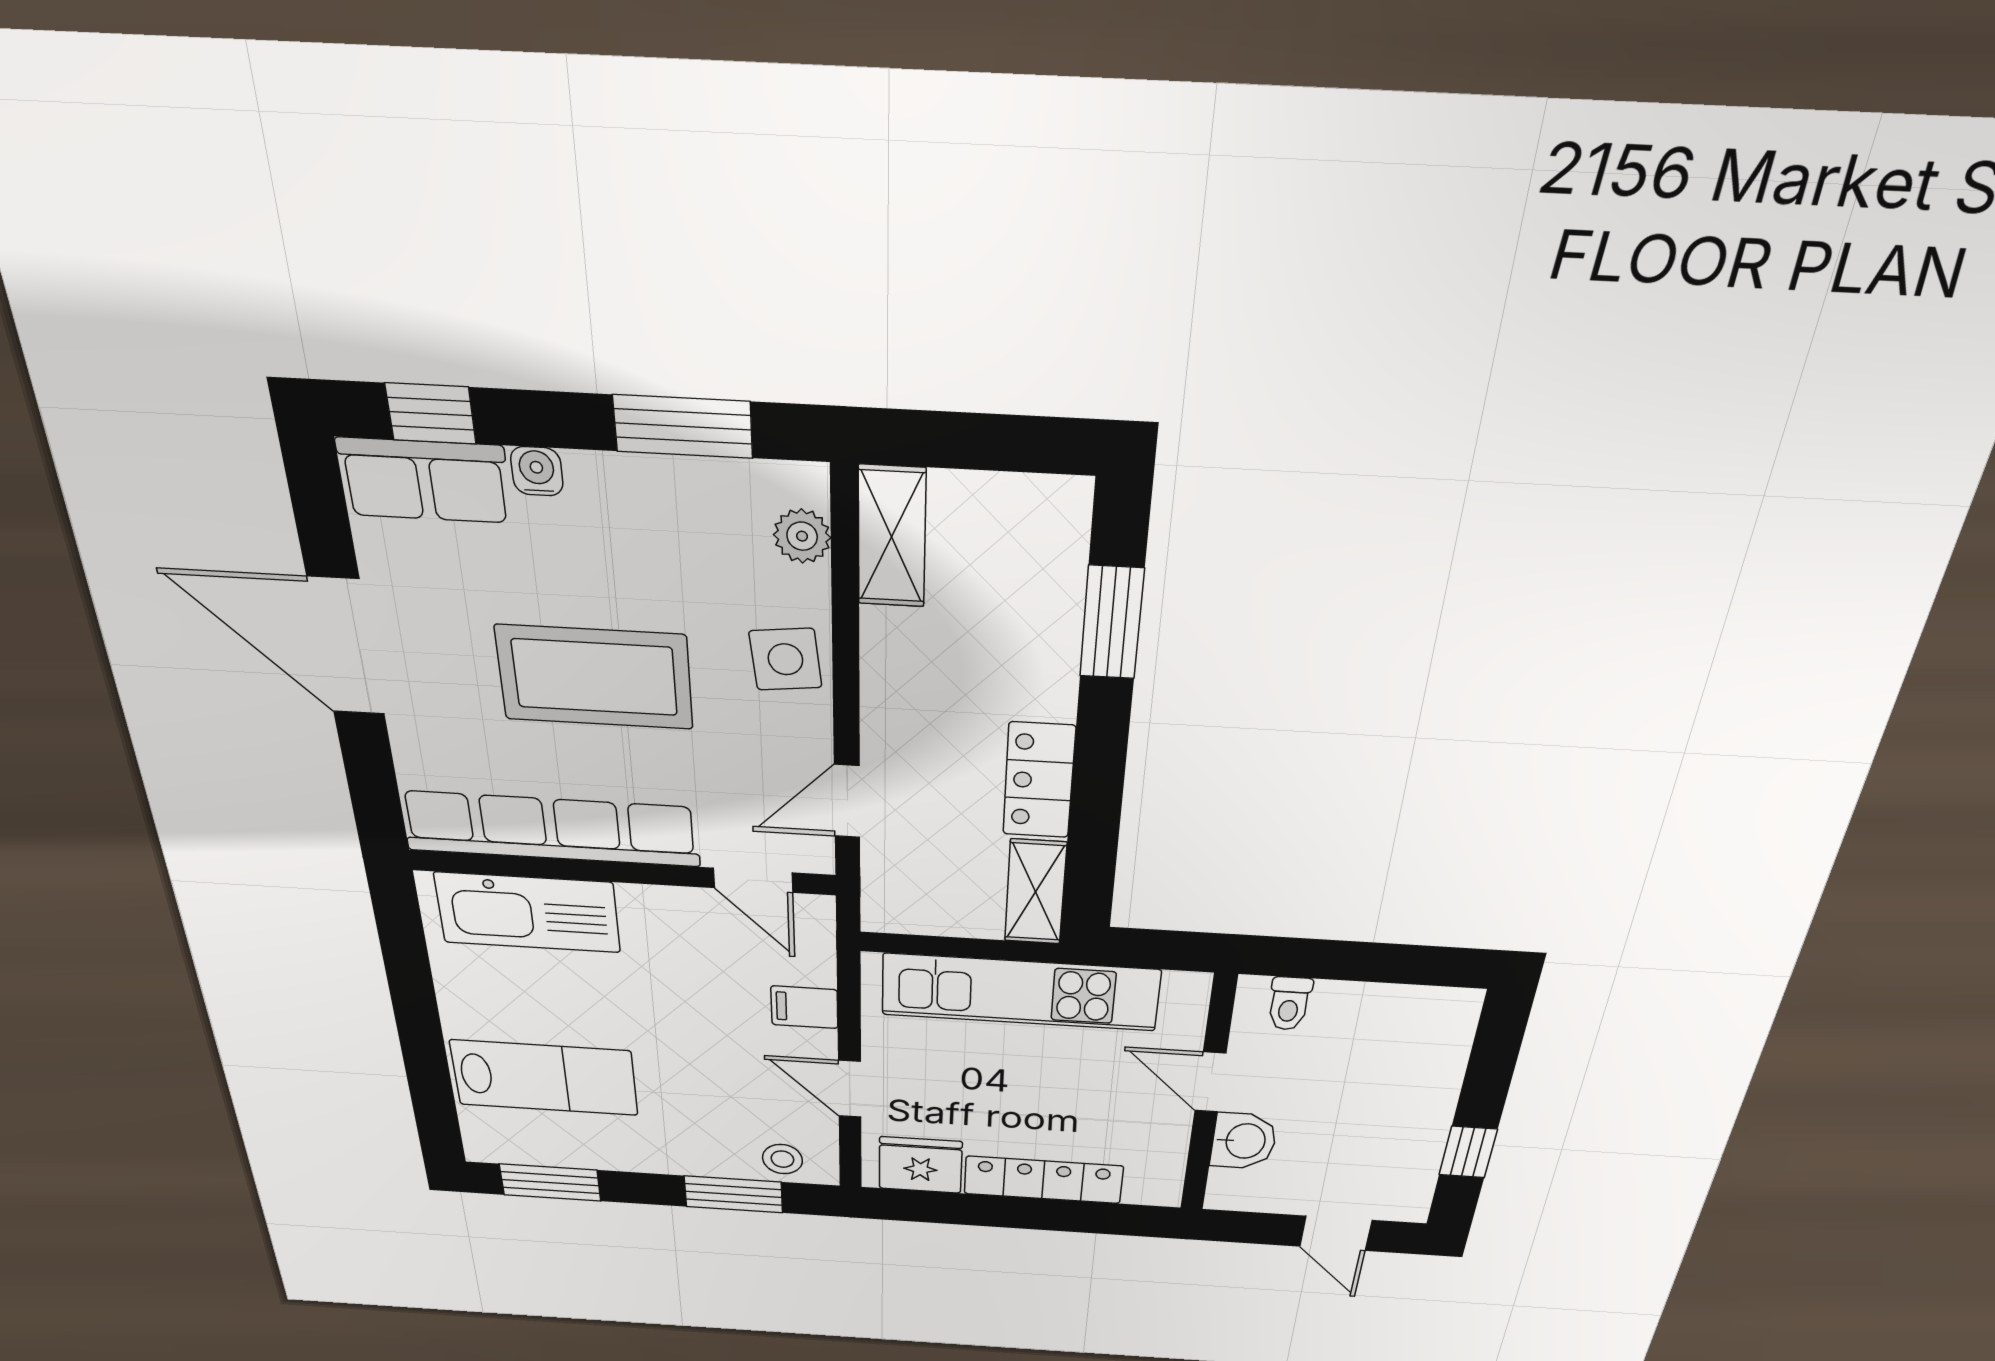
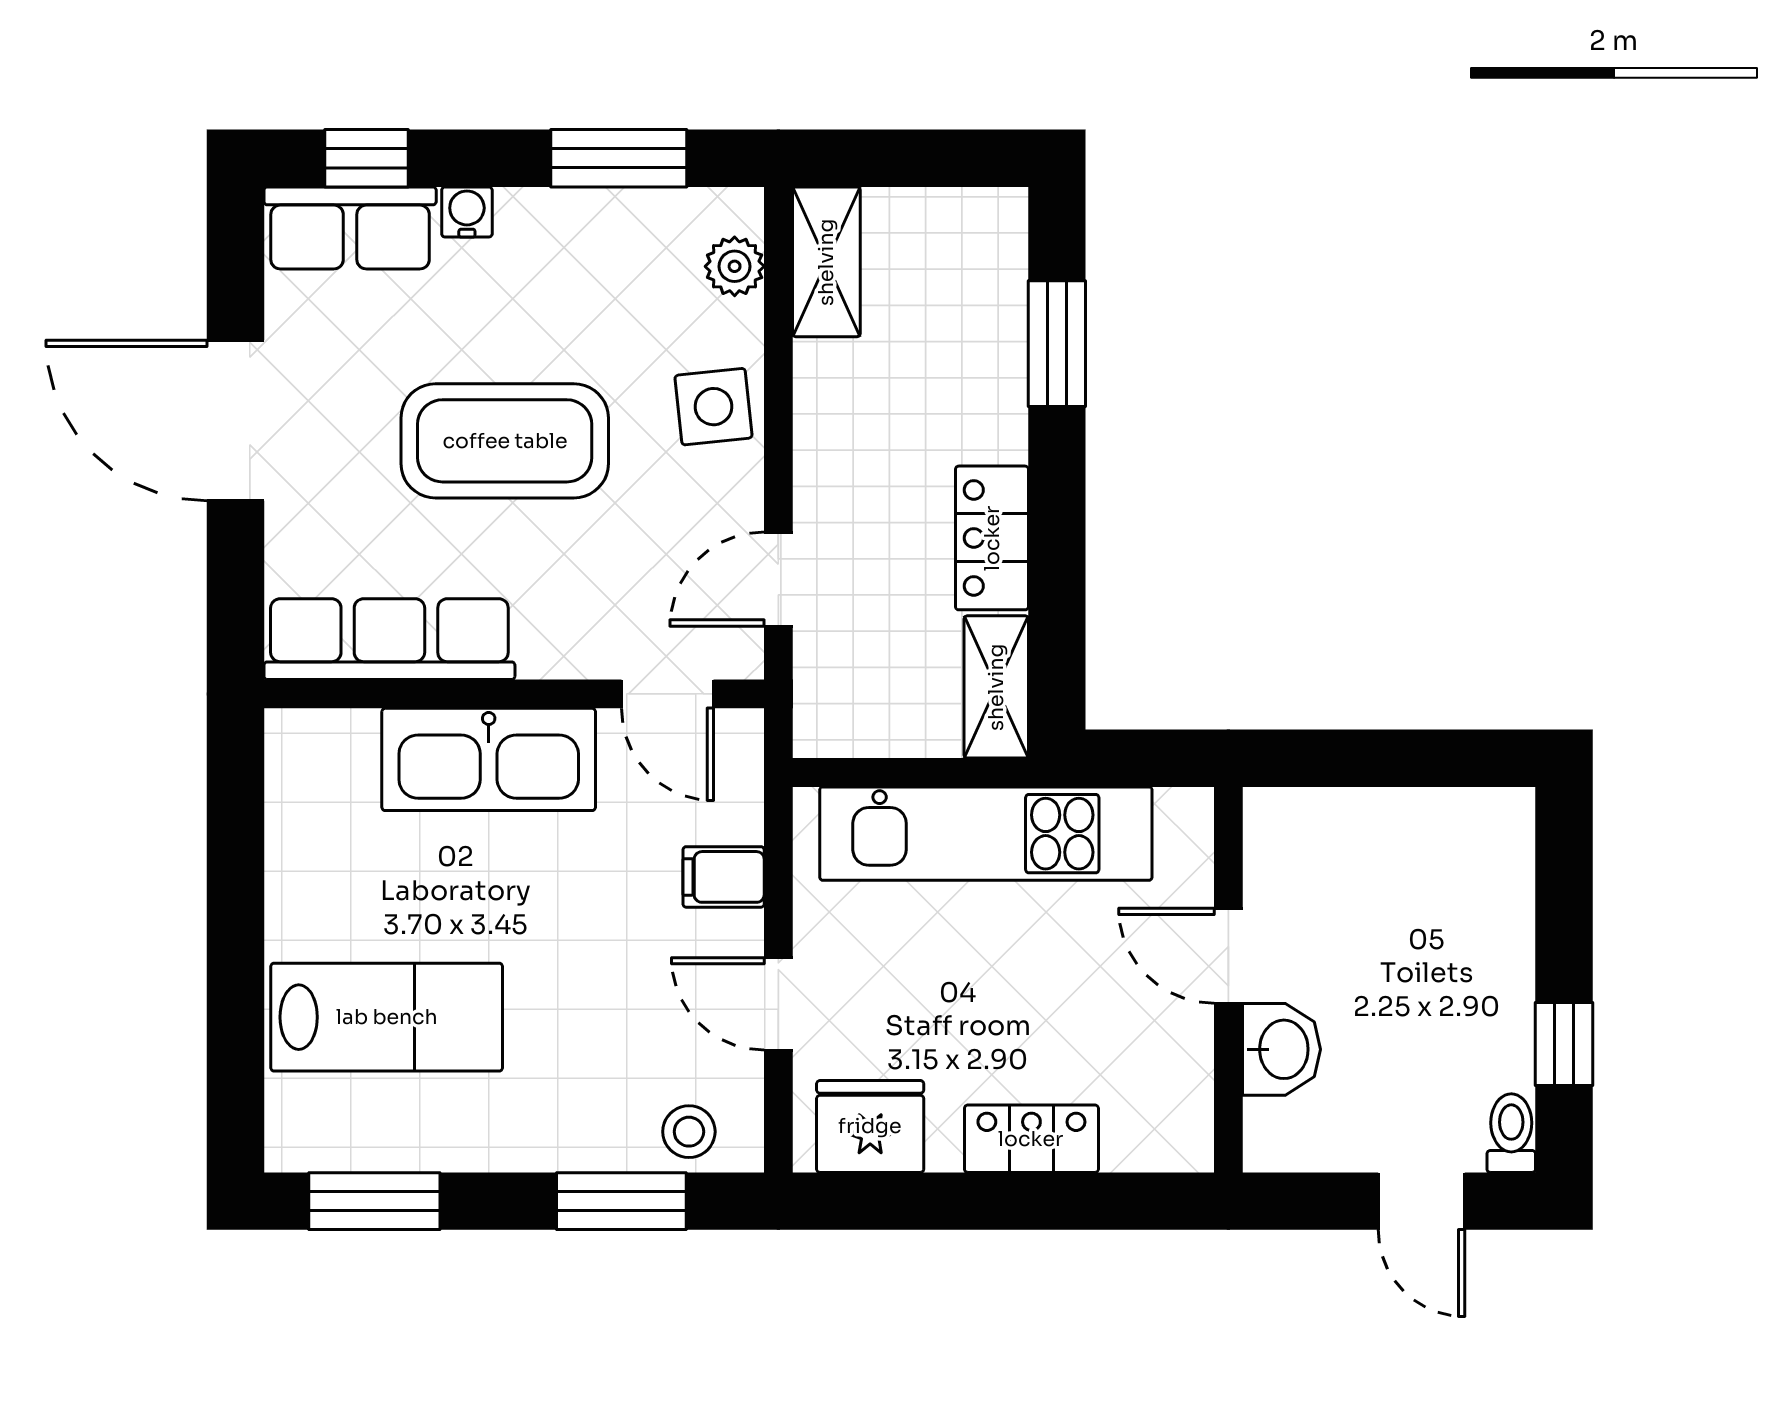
row of seats: (551, 829) -> (389, 639), width x0.73
kitchen sink: (528, 913) -> (489, 759), moved
toilet: (1289, 1004) -> (1511, 1133), moved, turned 180
locker: (1043, 1180) -> (1031, 1139), width x0.66

